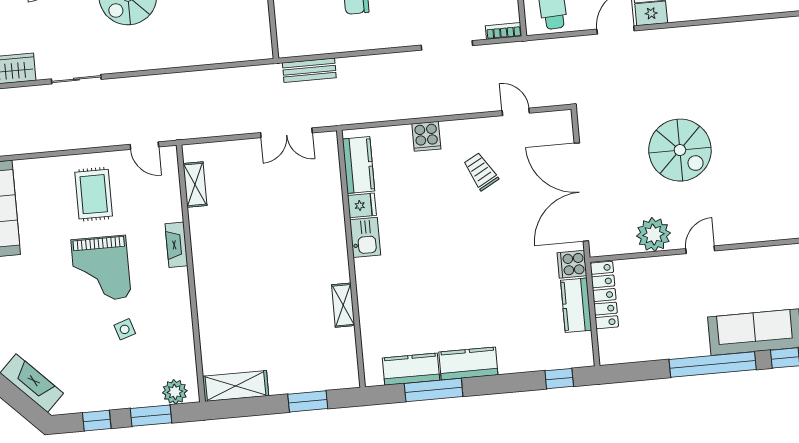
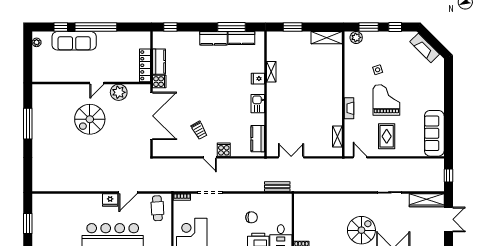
door: (516, 112) -> (210, 157), moved
spiral stairs: (680, 150) -> (90, 119), moved, turned -90
fridge: (362, 205) -> (258, 79), moved

